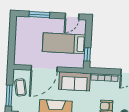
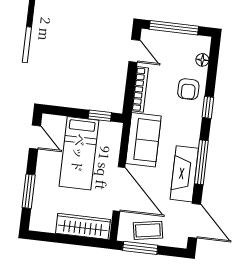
wardrobe: (20, 48) -> (83, 226), added
window: (9, 96) -> (140, 248), moved

